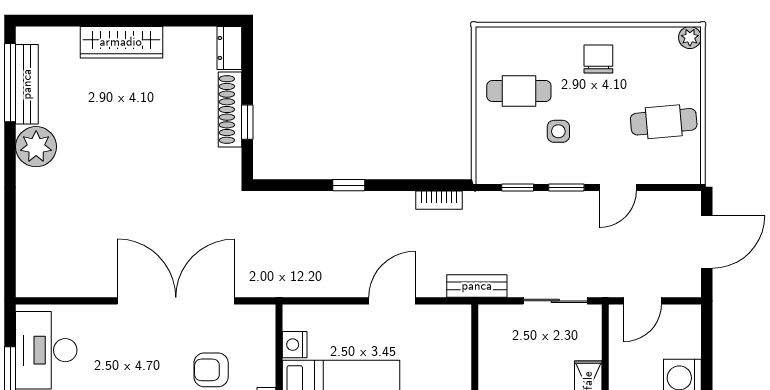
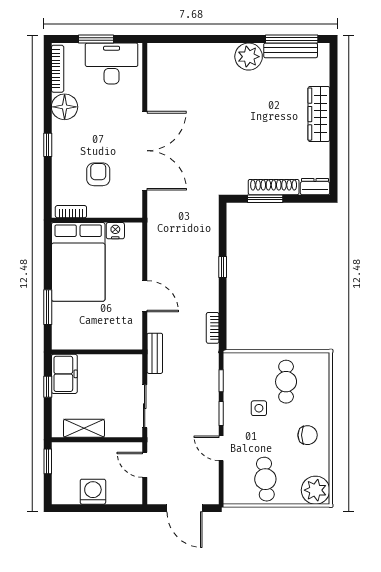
plant: (690, 37) -> (315, 490), width x1.87, depth x1.87
window: (247, 122) -> (265, 199), width x1.50

